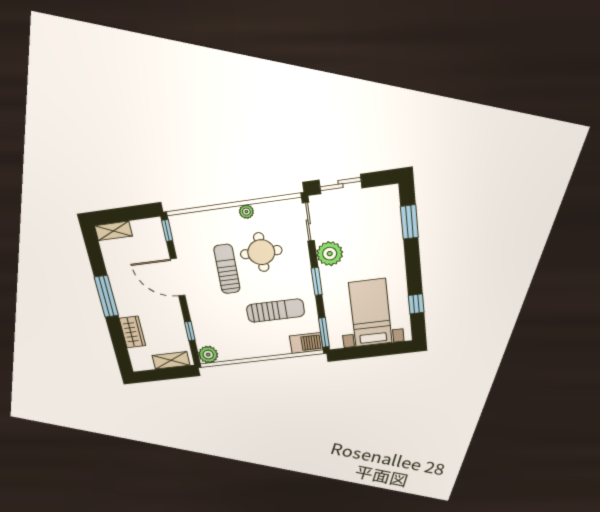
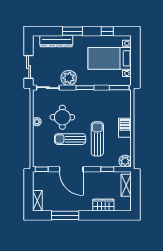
window: (409, 222) -> (73, 31), moved
dresser: (392, 225) -> (56, 41), added
door: (178, 277) -> (71, 169), hinge flipped
window: (106, 296) -> (65, 215), moved
sun lounger: (275, 311) -> (97, 139), moved
barbecue: (306, 343) -> (125, 128), moved

